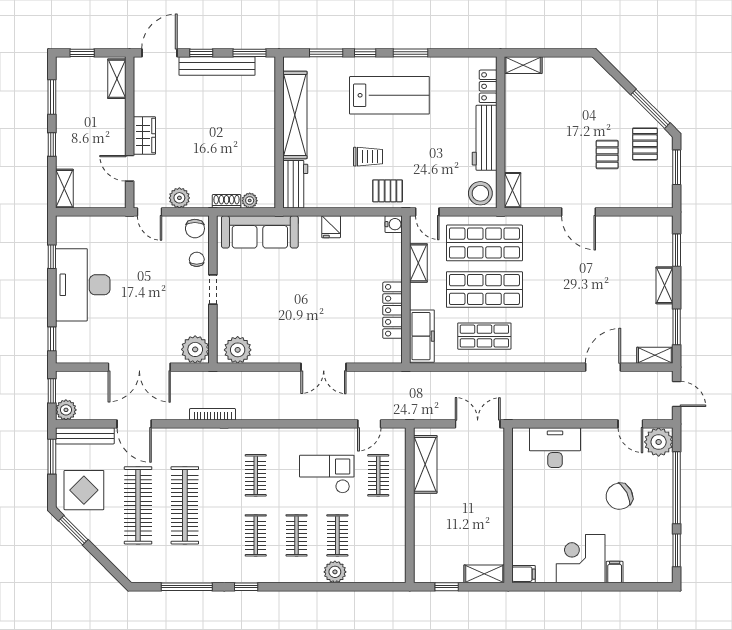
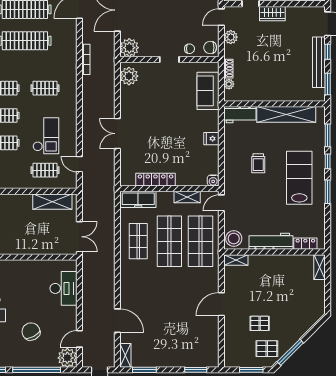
lab bench: (389, 95) -> (299, 178), turned 180
pallet: (388, 191) -> (235, 176), removed
sofa: (260, 232) -> (208, 91), width x0.73
shelving: (665, 285) -> (172, 362), removed

